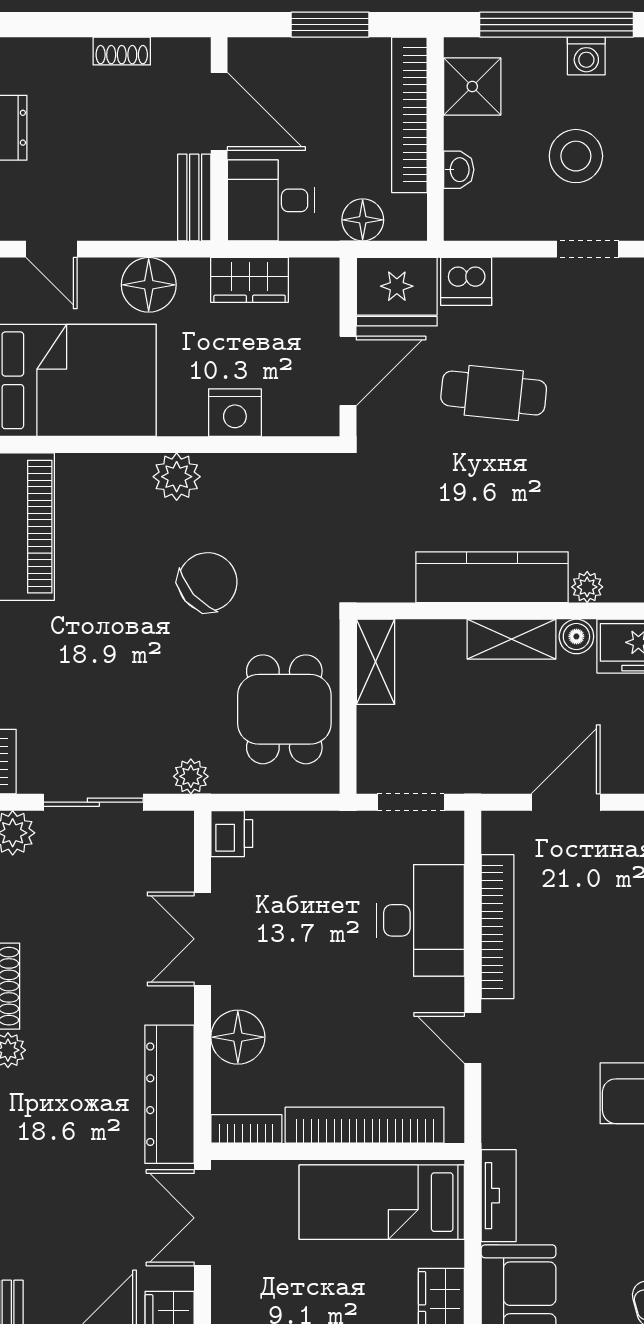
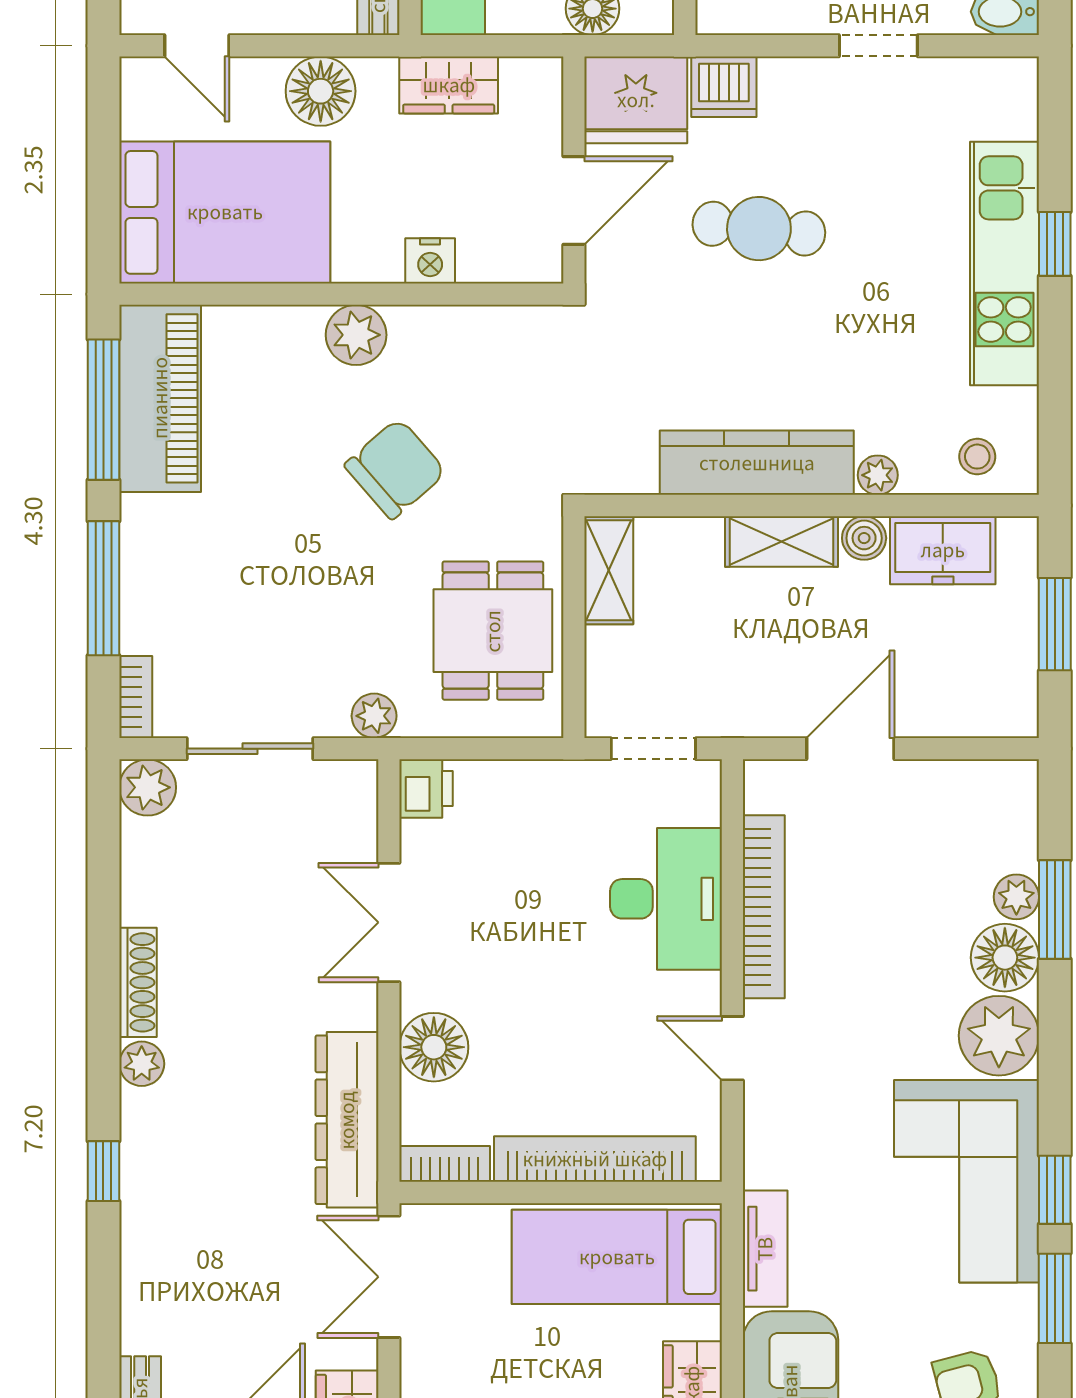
nightstand: (235, 413) -> (430, 261), width x0.74, depth x0.75

